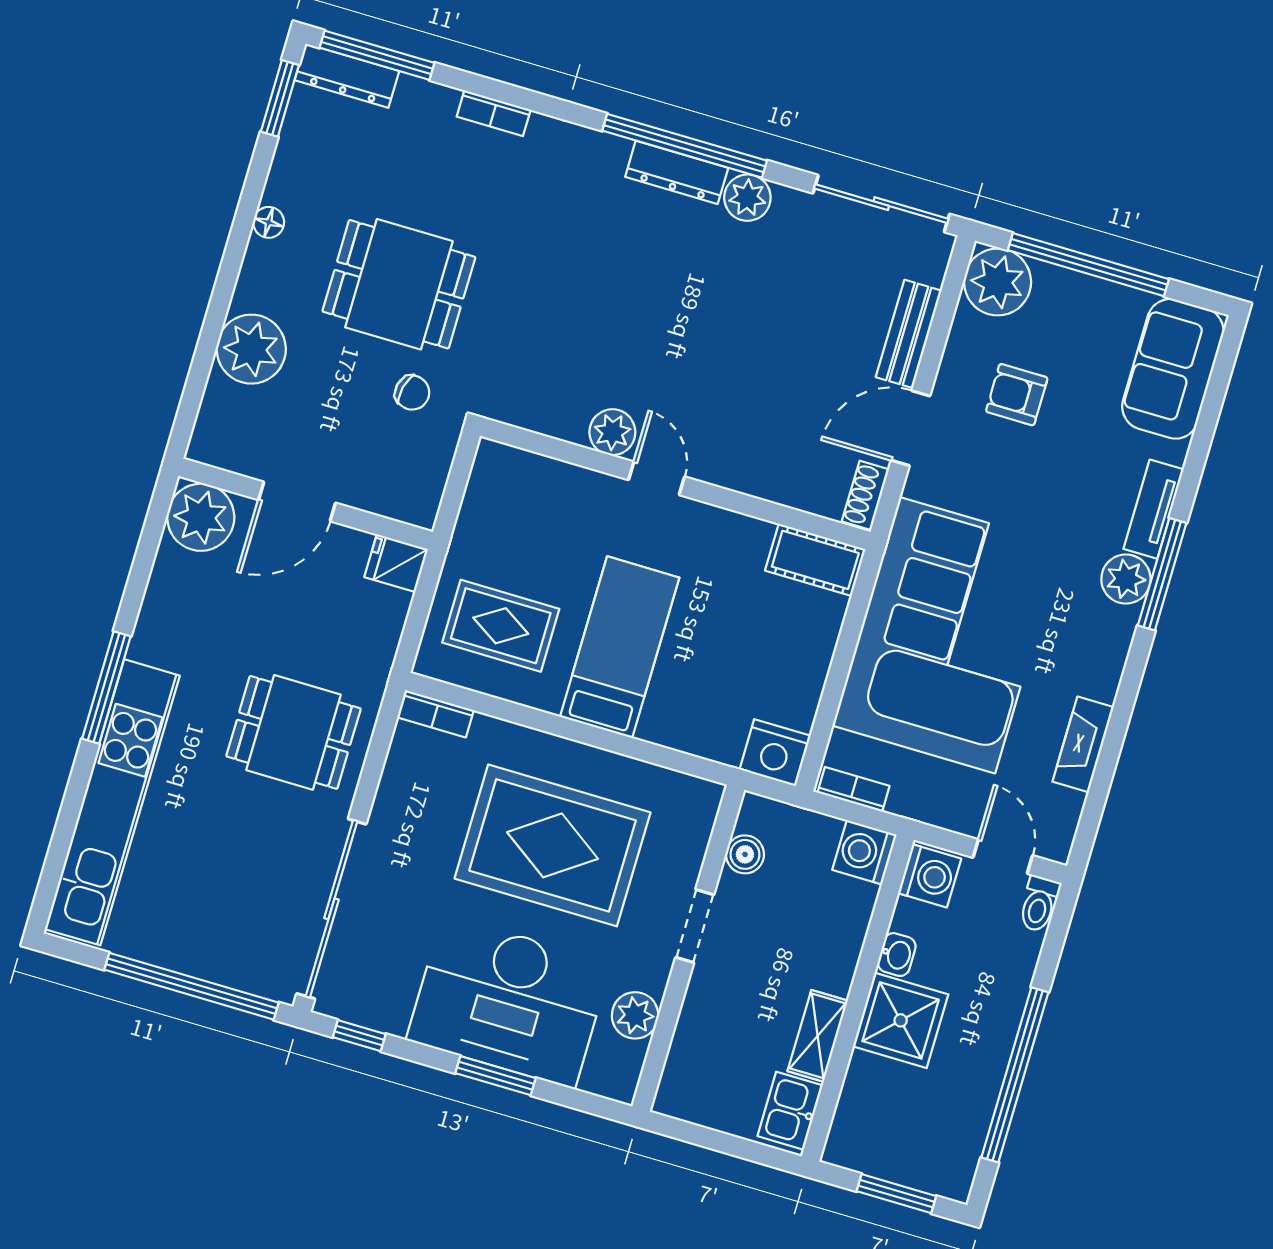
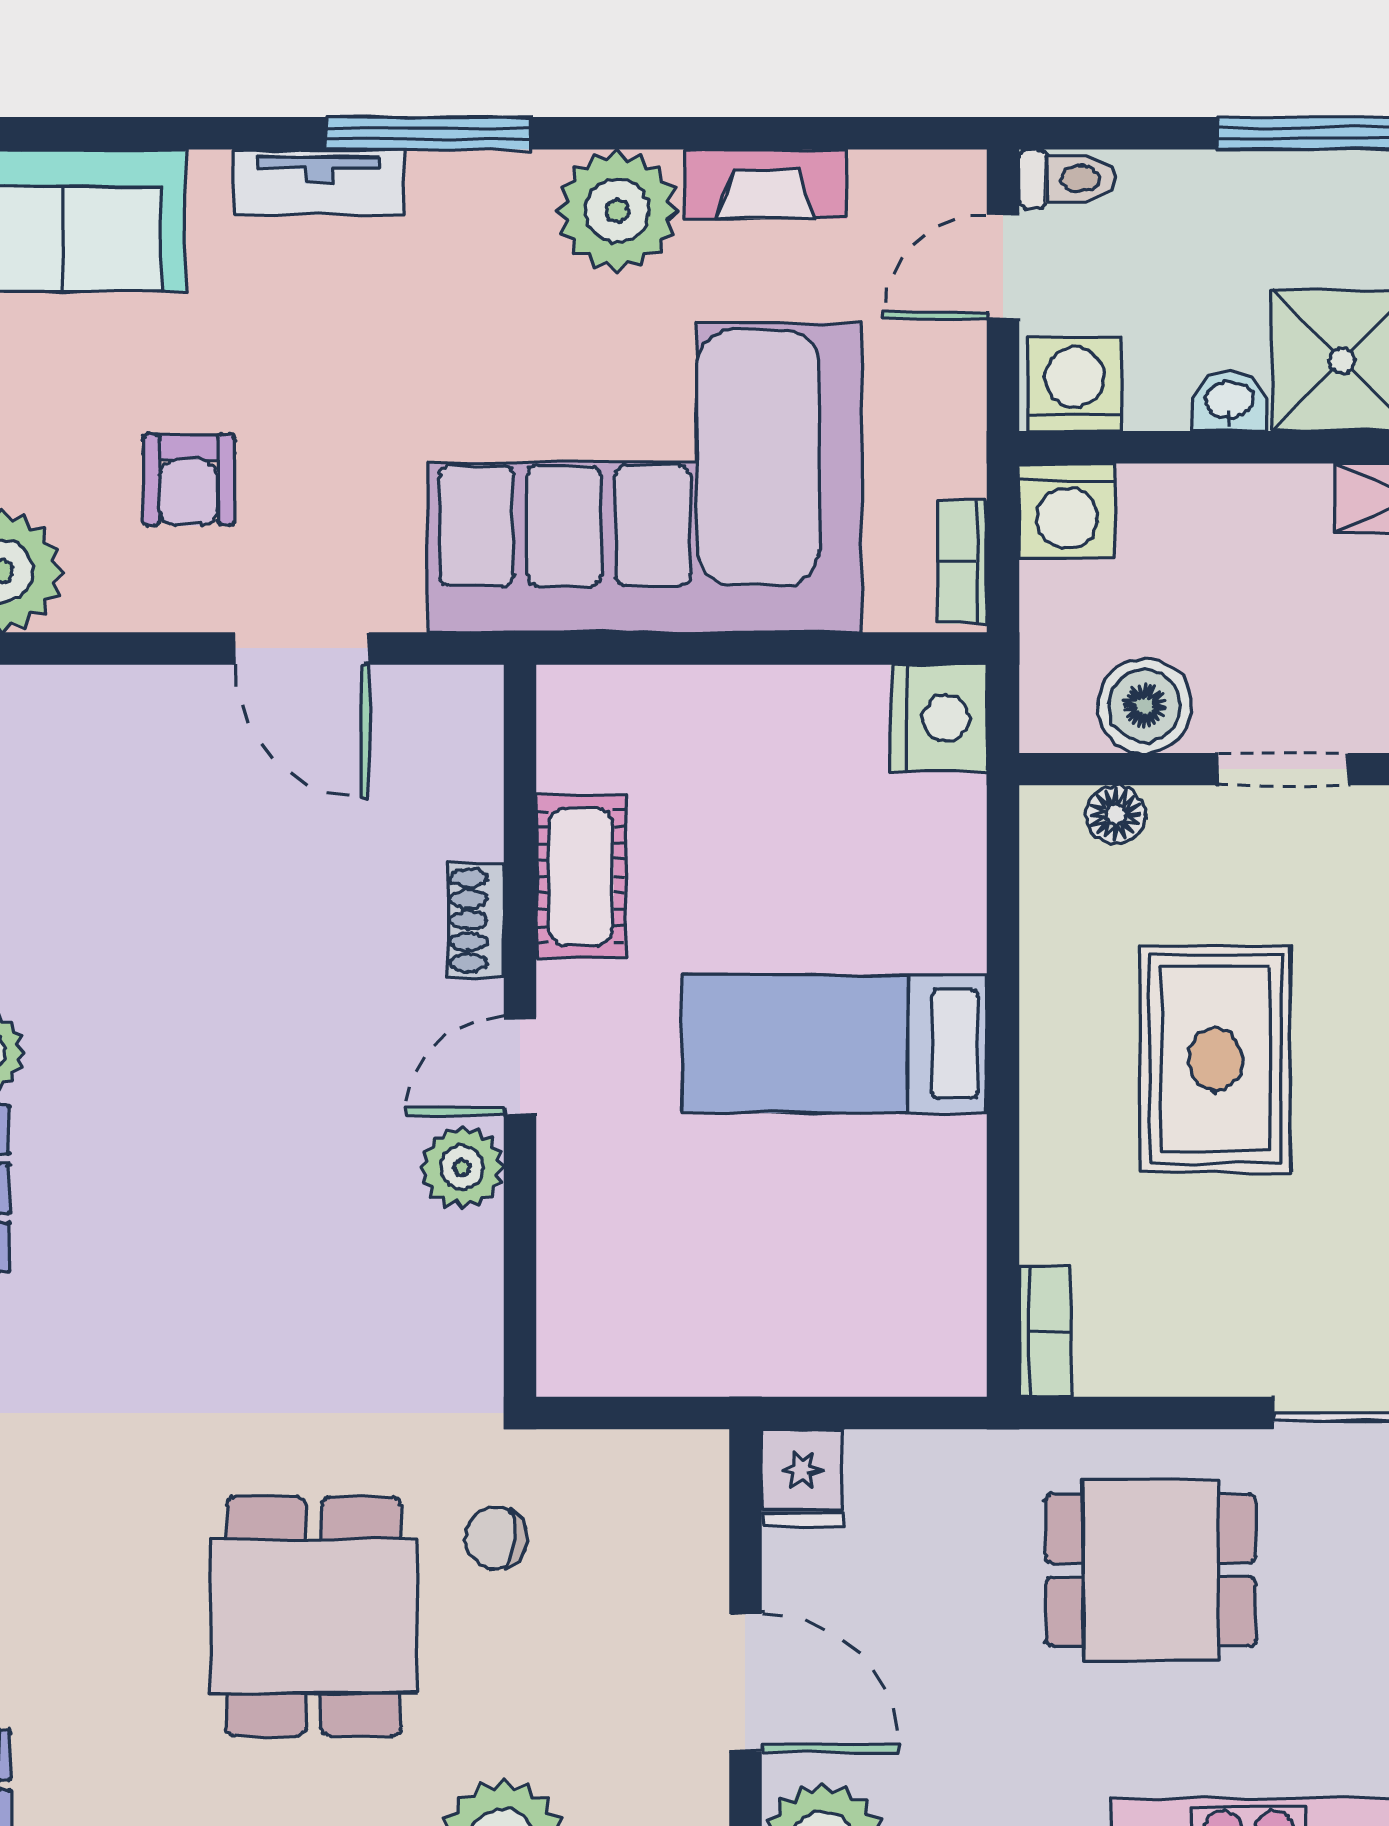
bench: (909, 334) -> (138, 700), removed
chair: (412, 393) -> (496, 1538), turned -98
shoe rack: (865, 495) -> (476, 921), moved, turned 90
cot: (815, 560) -> (581, 877), moved
plant: (1126, 579) -> (617, 211), moved, width x1.36, depth x1.36
rug: (501, 626) -> (858, 1263), removed
dining table: (294, 732) -> (1151, 1570), turned 90
floor lamp: (697, 831) -> (1116, 815), added
rug: (553, 845) -> (1215, 1059), width x0.73, depth x0.69
boiler: (745, 854) -> (1145, 706), width x1.36, depth x1.36

